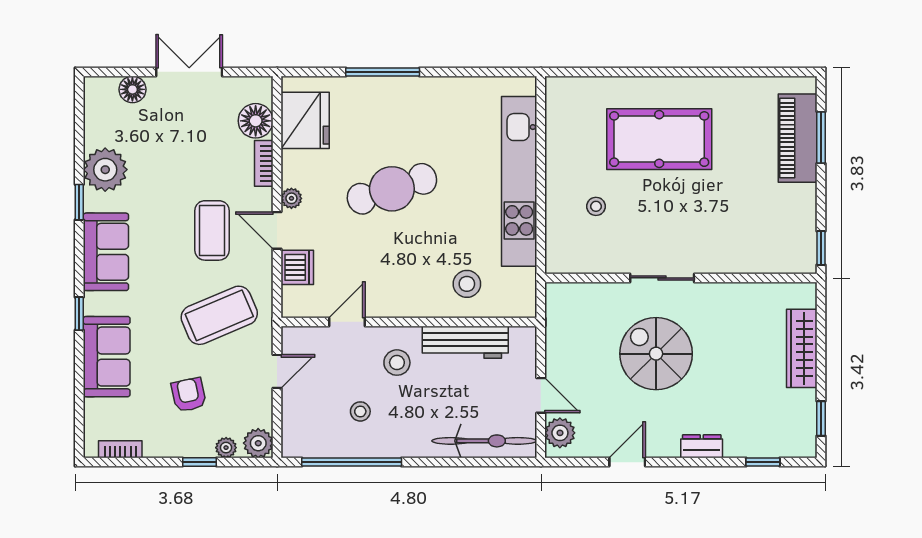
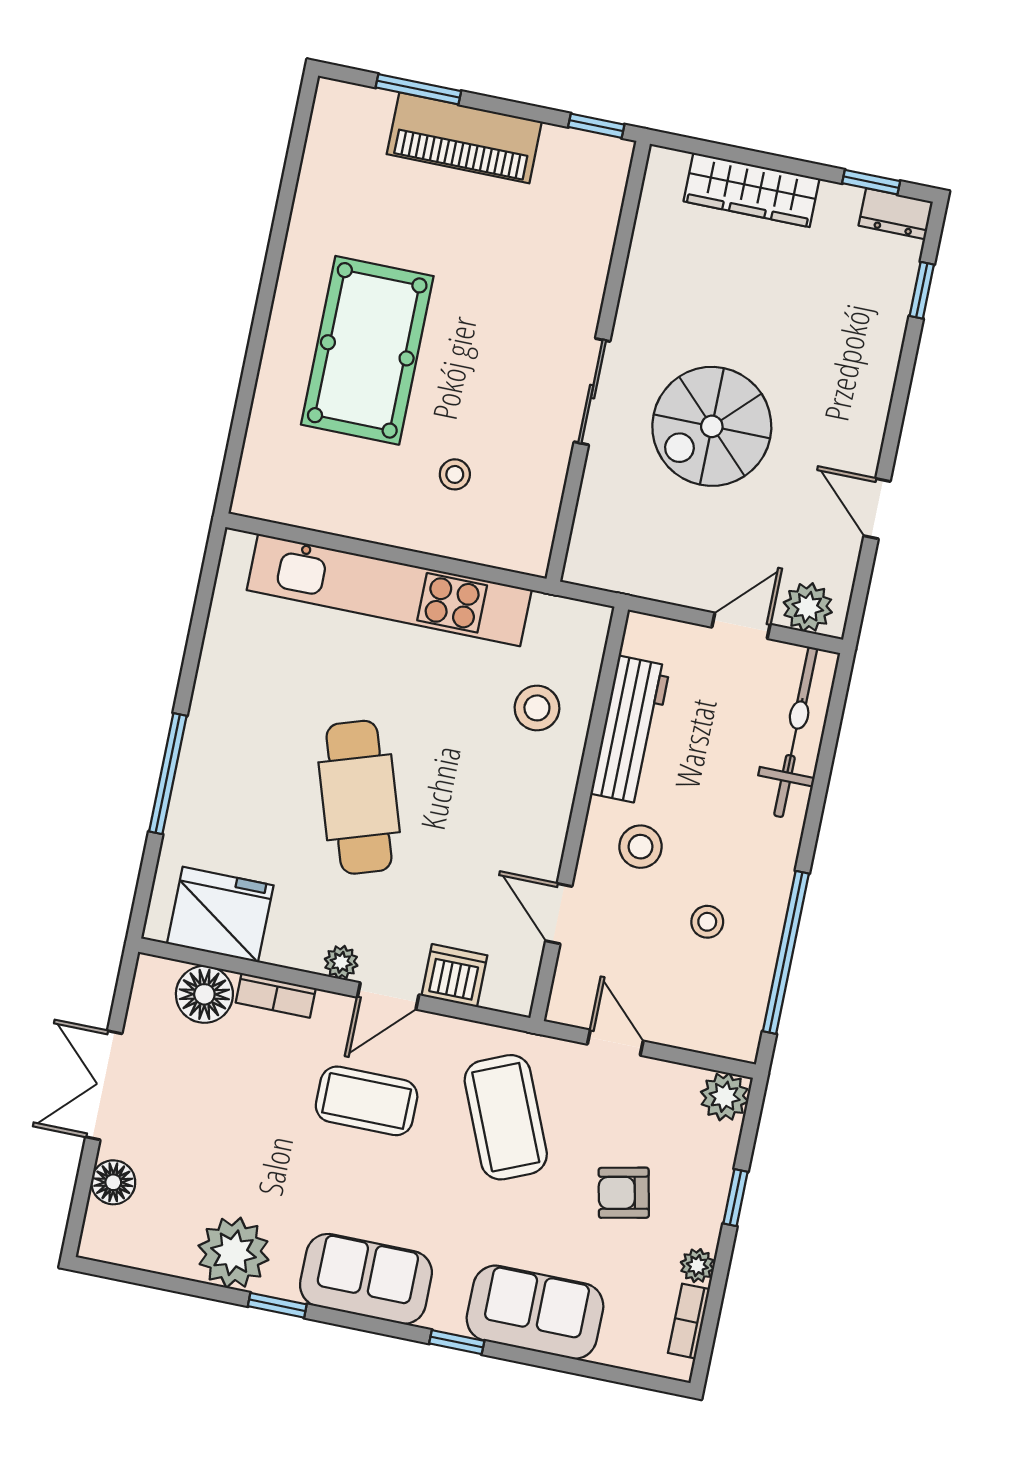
piano: (798, 138) -> (464, 138), moved
dresser: (702, 446) -> (896, 214), moved, turned -90
plant: (226, 448) -> (697, 1266), moved

